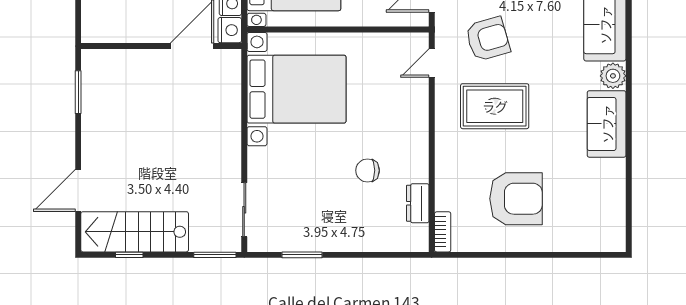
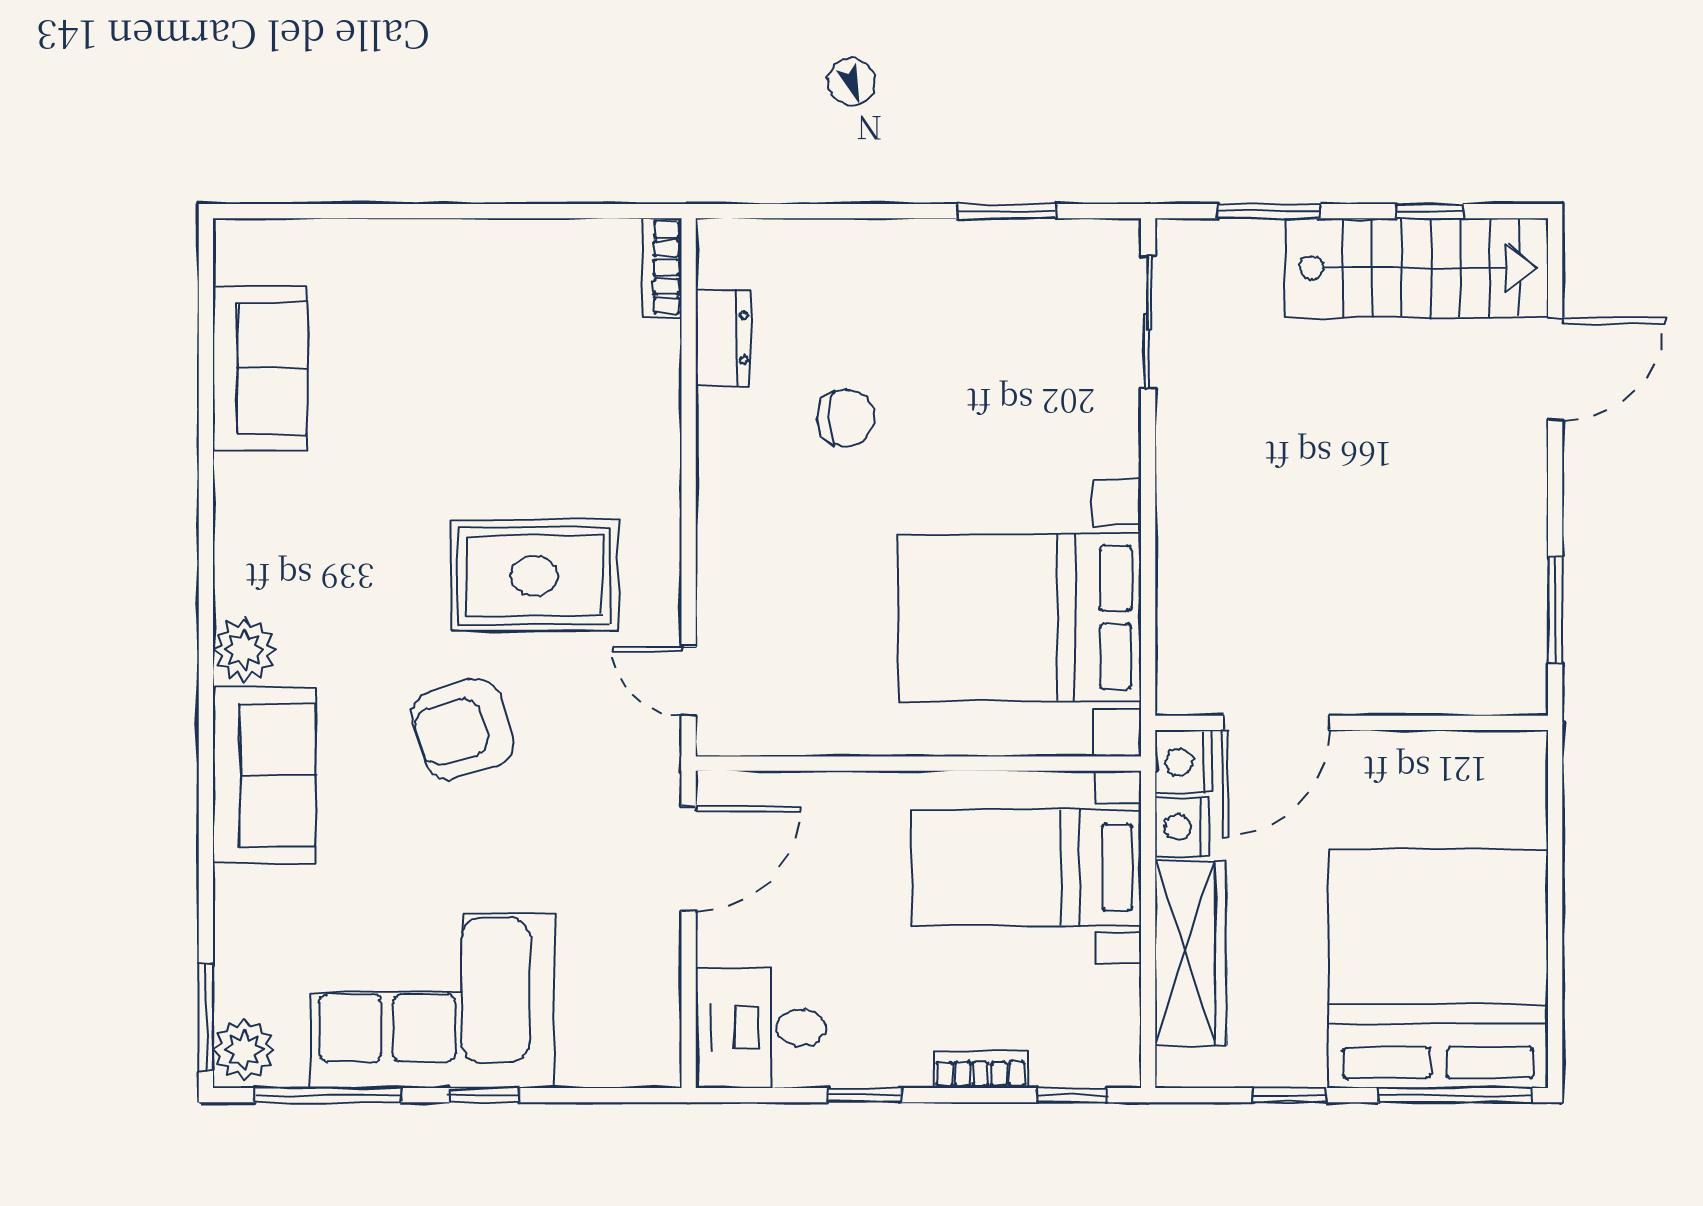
armchair: (488, 39) -> (462, 729), moved
door: (432, 63) -> (689, 681), swing flipped
sofa: (607, 124) -> (260, 367), moved
armchair: (516, 199) -> (482, 349), removed
window: (215, 255) -> (1269, 211), moved

